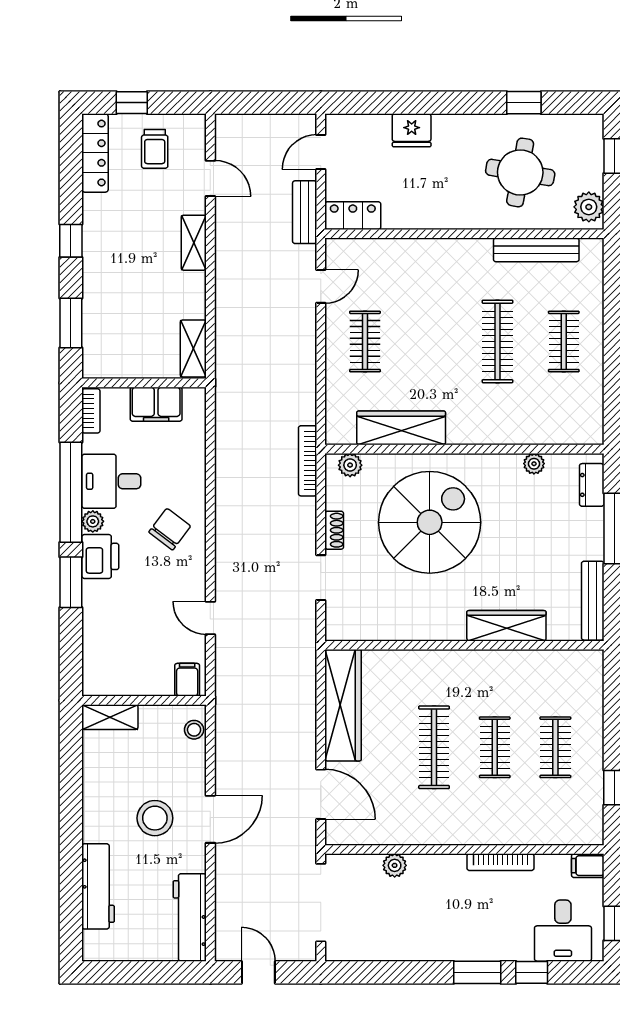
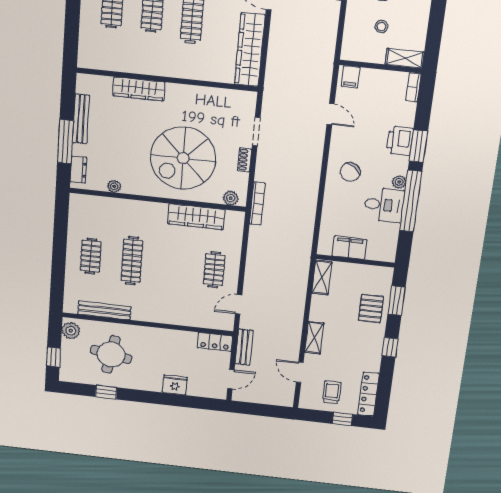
pallet: (110, 305) -> (371, 309), added
bookcase: (91, 411) -> (413, 87), moved
printer: (100, 556) -> (400, 141), moved
bench: (593, 601) -> (81, 119), moved
stool: (194, 730) -> (381, 27), moved

